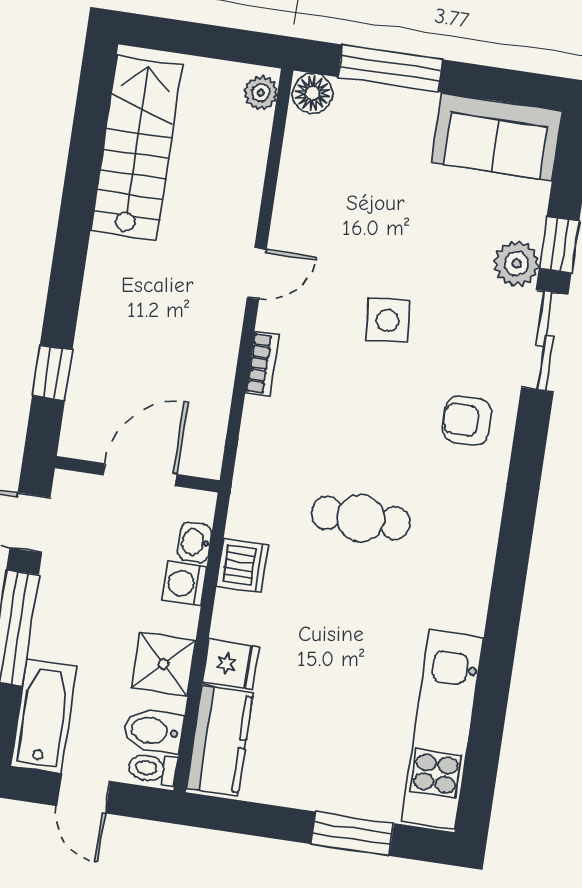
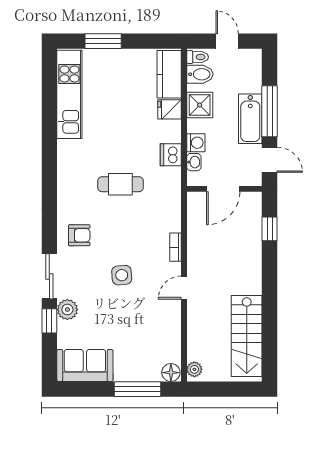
bathtub: (44, 716) -> (250, 119), moved

